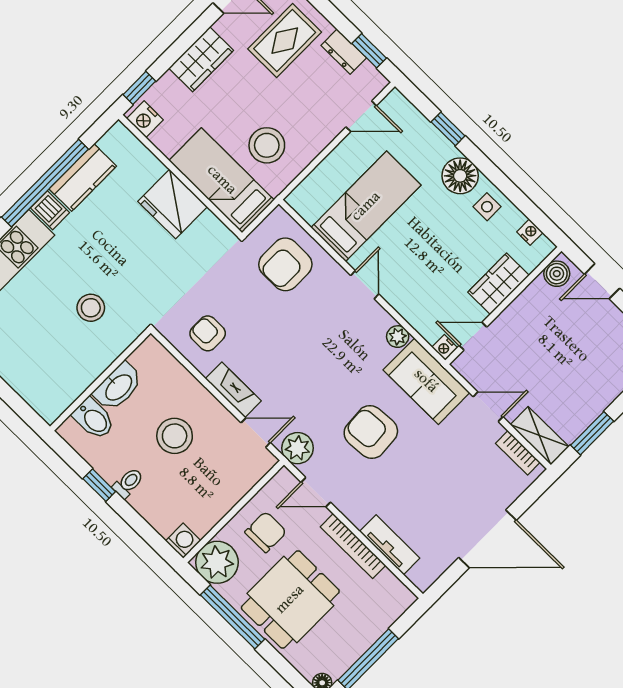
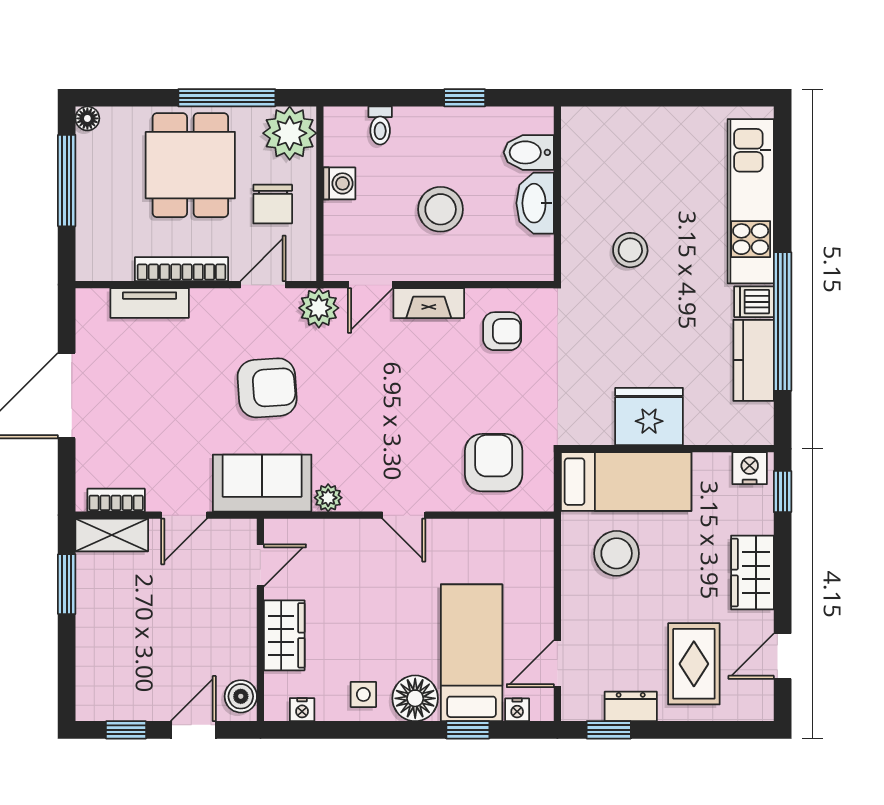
bed: (366, 206) -> (472, 653), moved, turned 180
nightstand: (445, 347) -> (517, 710), moved, turned 180
toilet: (128, 483) -> (380, 126), moved
washing machine: (183, 541) -> (339, 183), moved, turned -90

